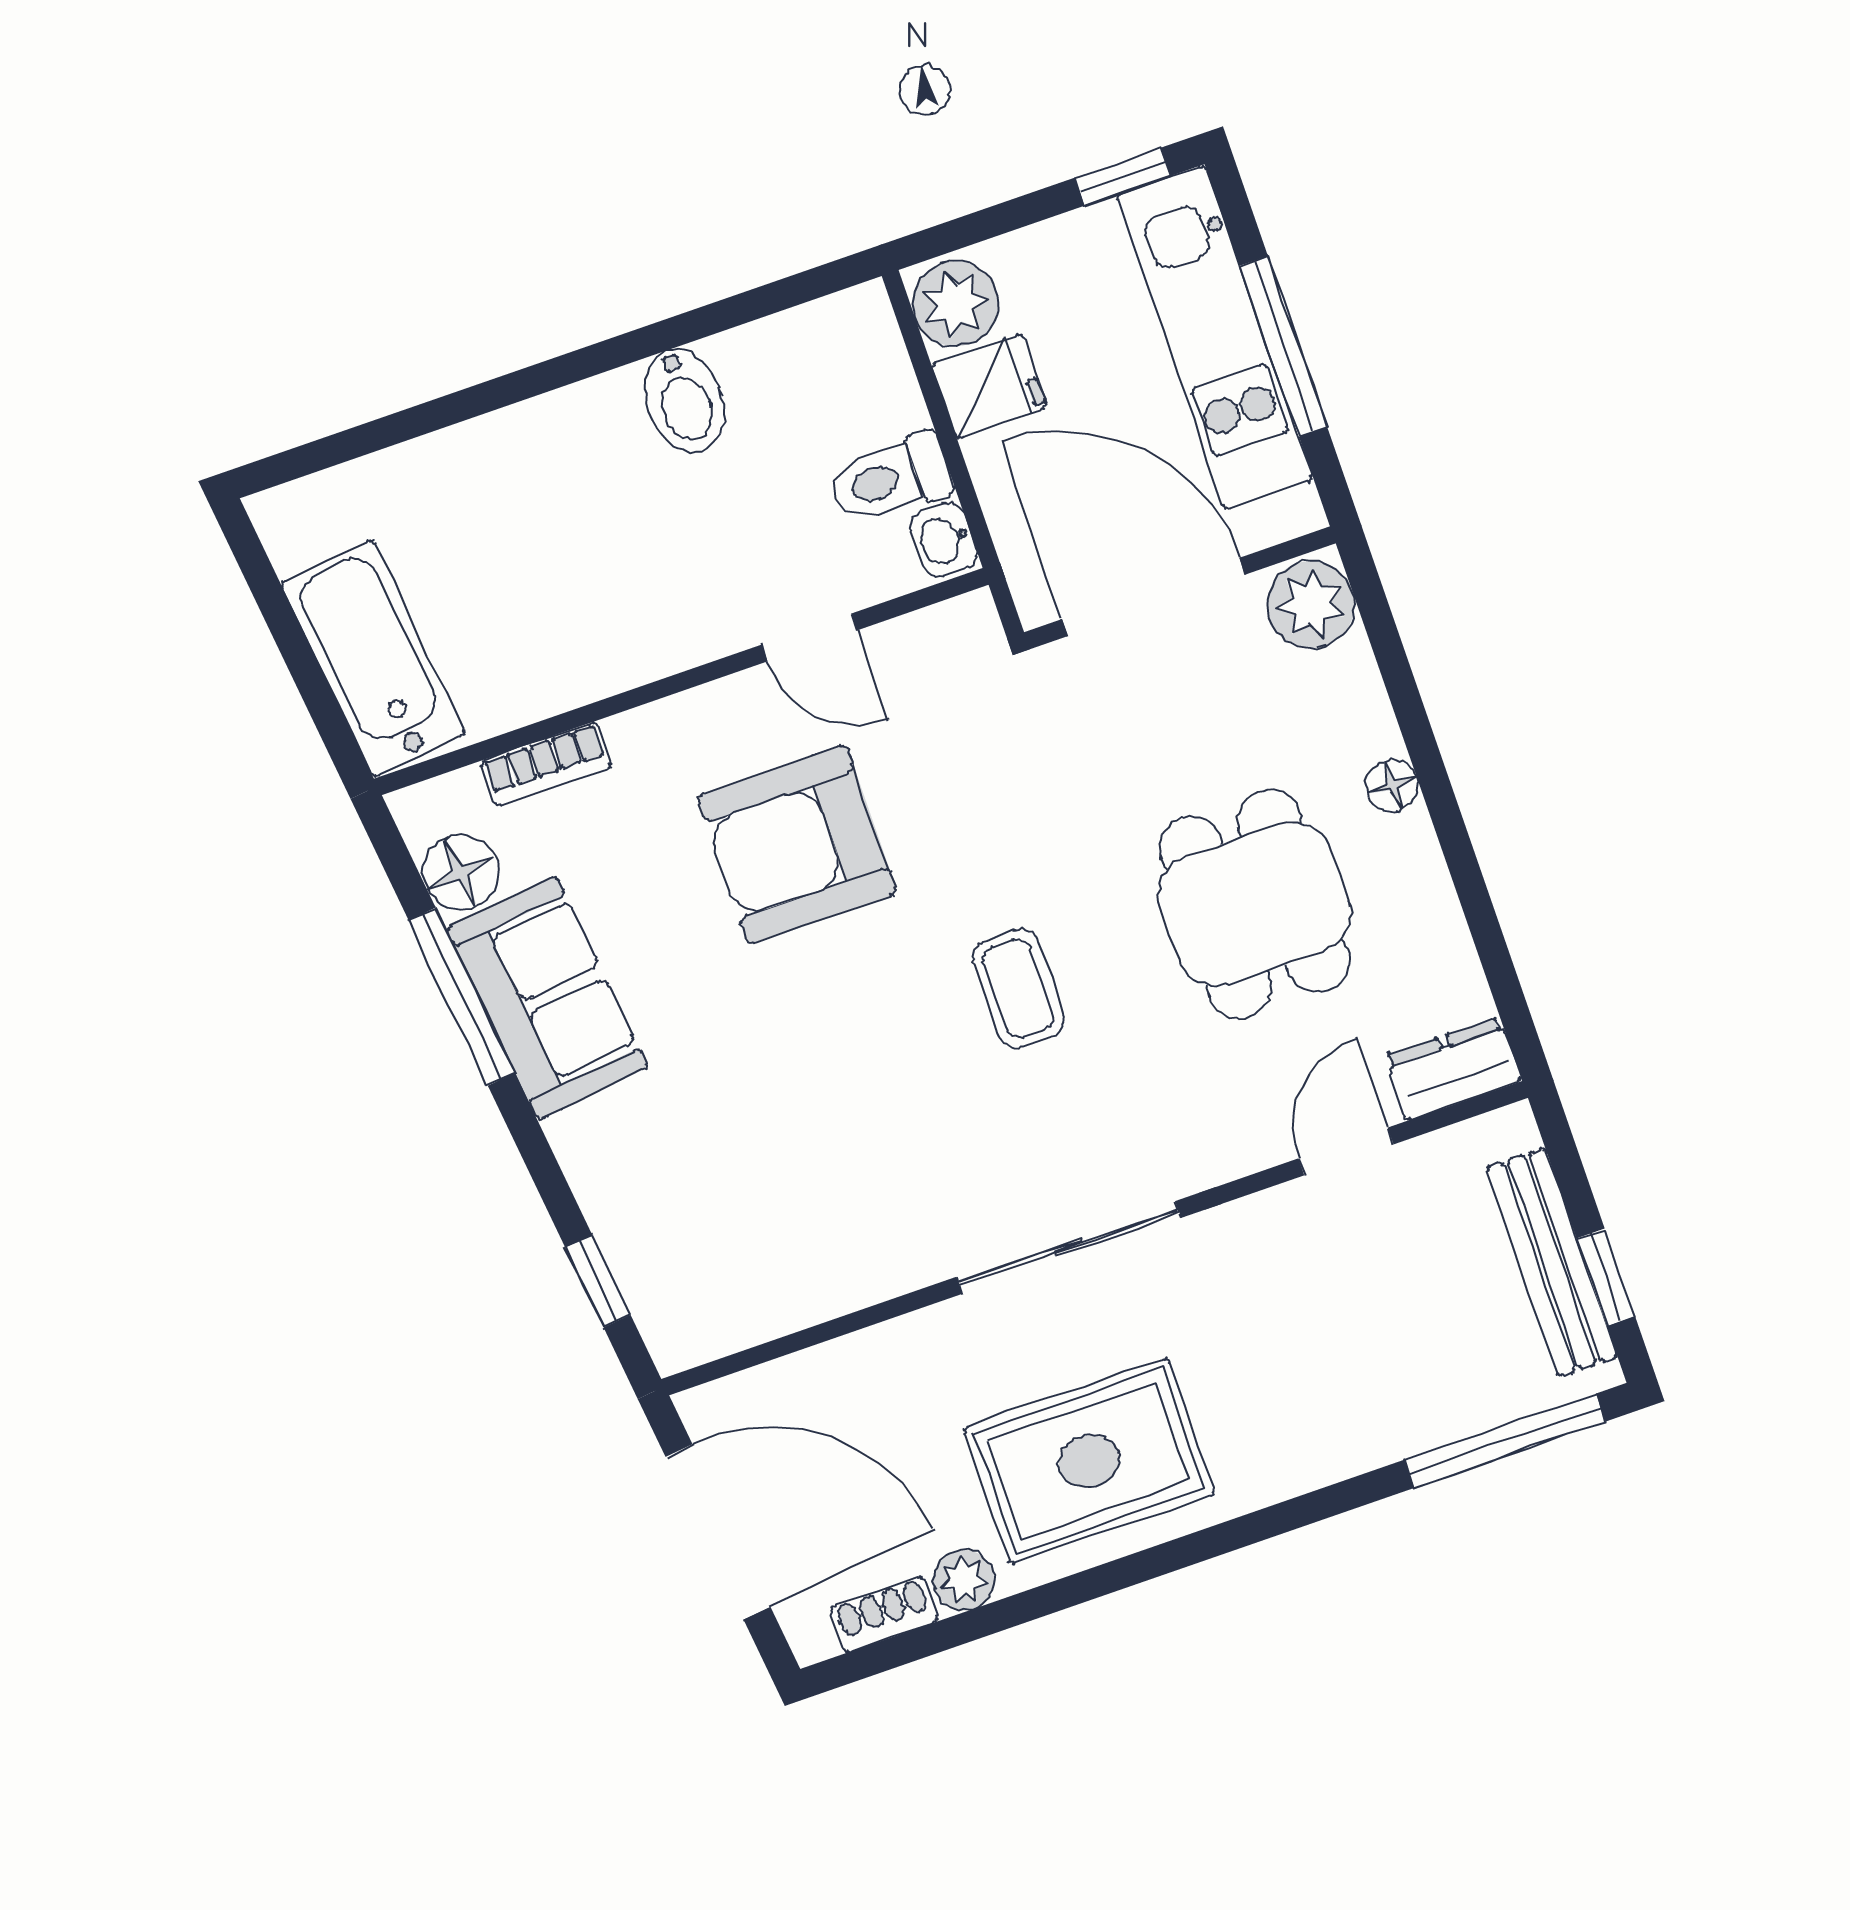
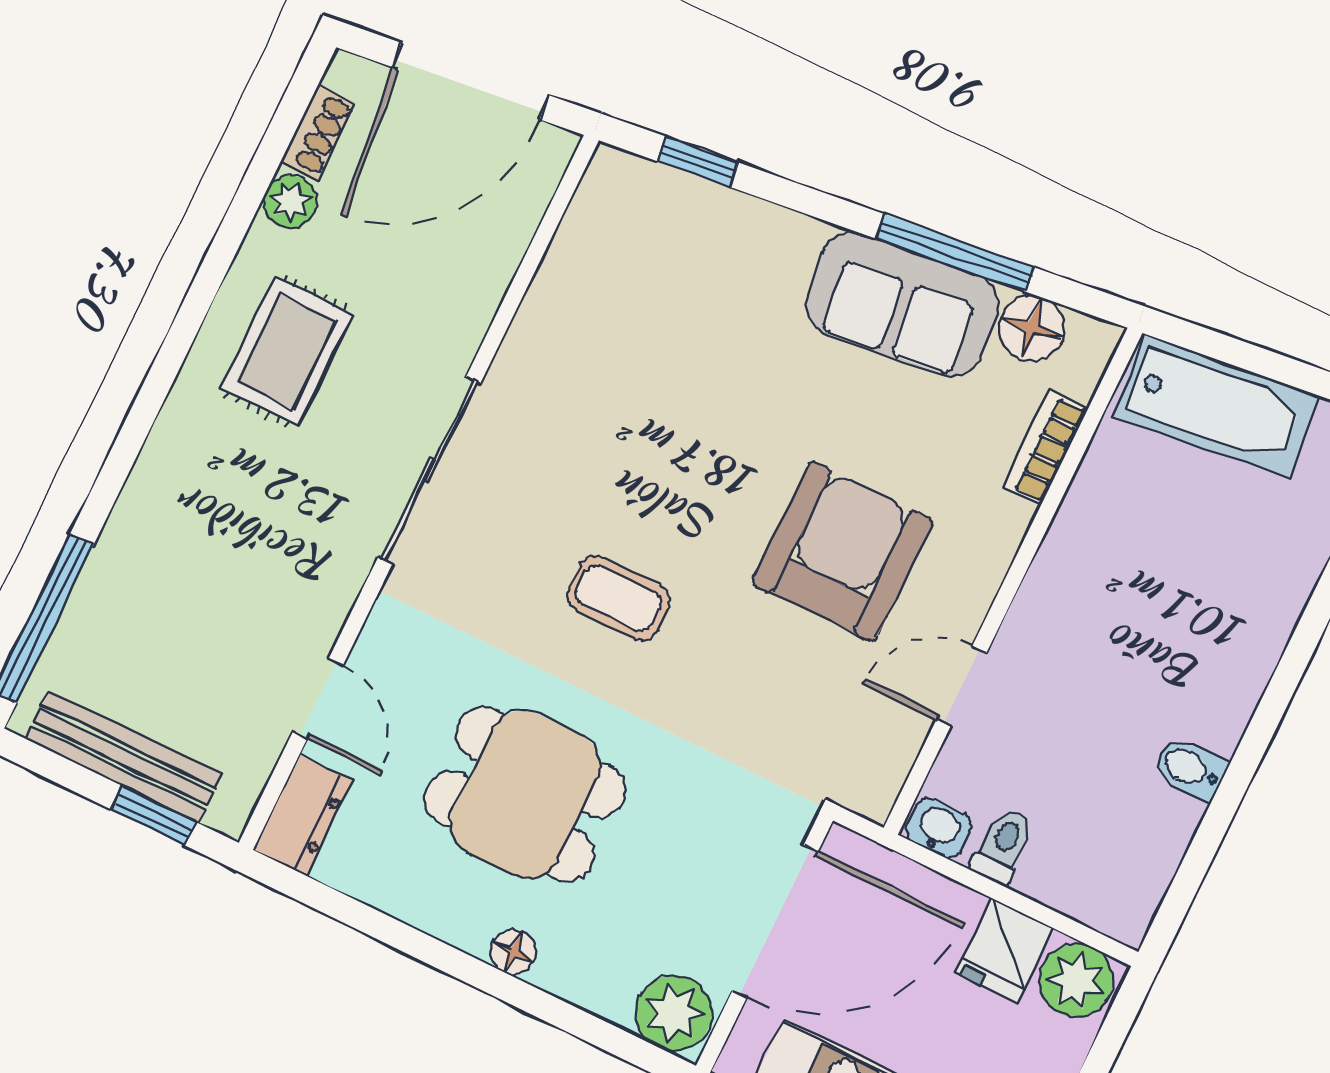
bidet: (684, 401) -> (1190, 768), width x0.72, depth x0.74
toilet: (890, 478) -> (1003, 846), width x0.73, depth x0.72
window: (1606, 1277) -> (154, 816), moved
rug: (1089, 1461) -> (286, 351), width x0.73, depth x0.70

